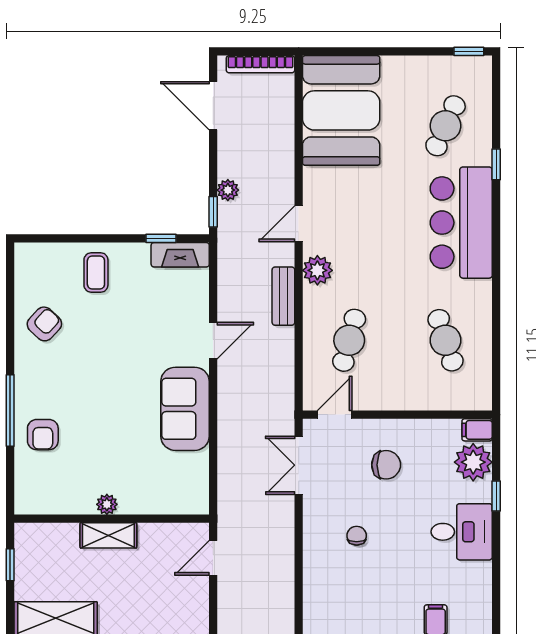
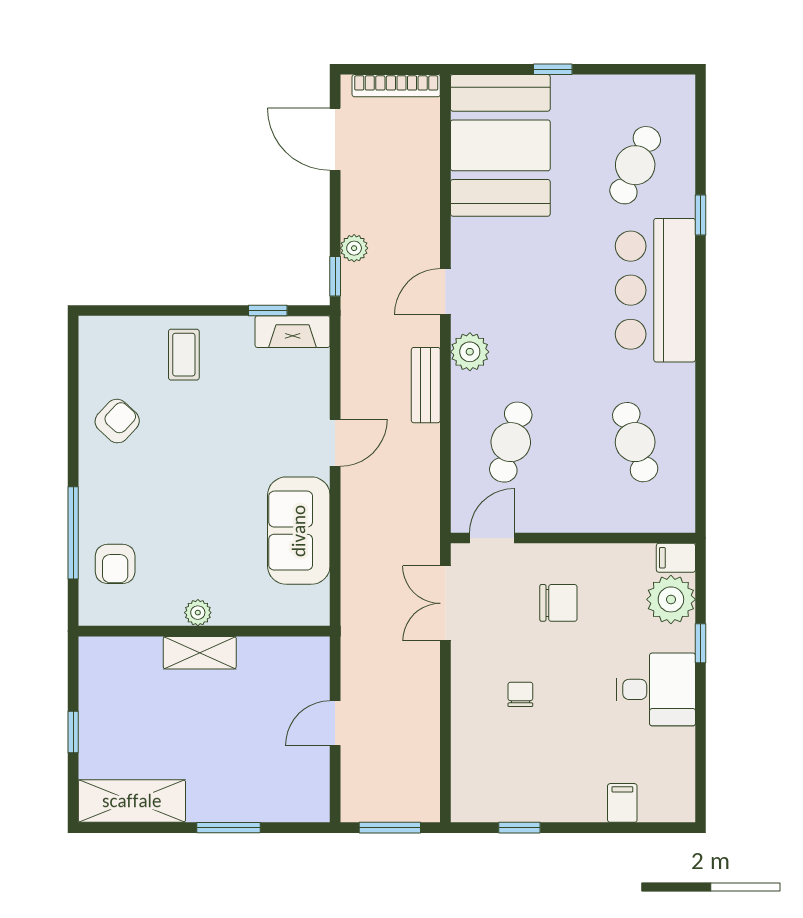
window: (469, 51) -> (553, 69), moved
plant: (107, 504) -> (198, 613), moved
wall: (112, 519) -> (204, 631), moved
shelving: (108, 535) -> (200, 653), moved

